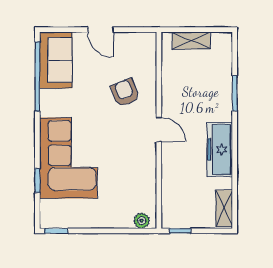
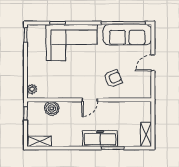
shelving: (191, 41) -> (146, 134), moved
sofa: (56, 60) -> (127, 35), width x1.36
freezer: (220, 149) -> (100, 139), moved
boiler: (172, 189) -> (52, 108), added

